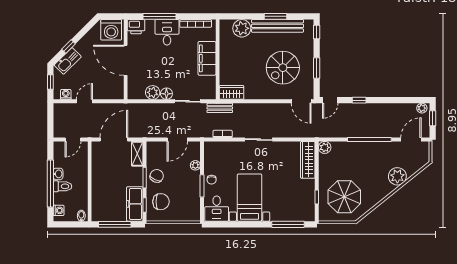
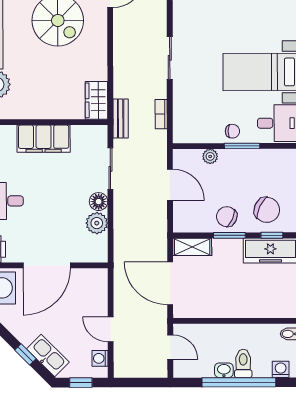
chair: (161, 202) -> (267, 210), turned 115

